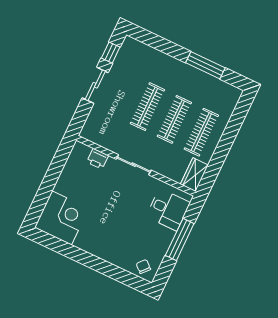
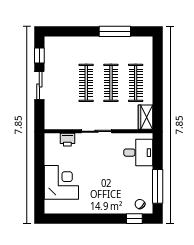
corner desk: (62, 218) -> (61, 182), moved
window: (180, 240) -> (158, 186), moved
window: (130, 280) -> (134, 219), added

